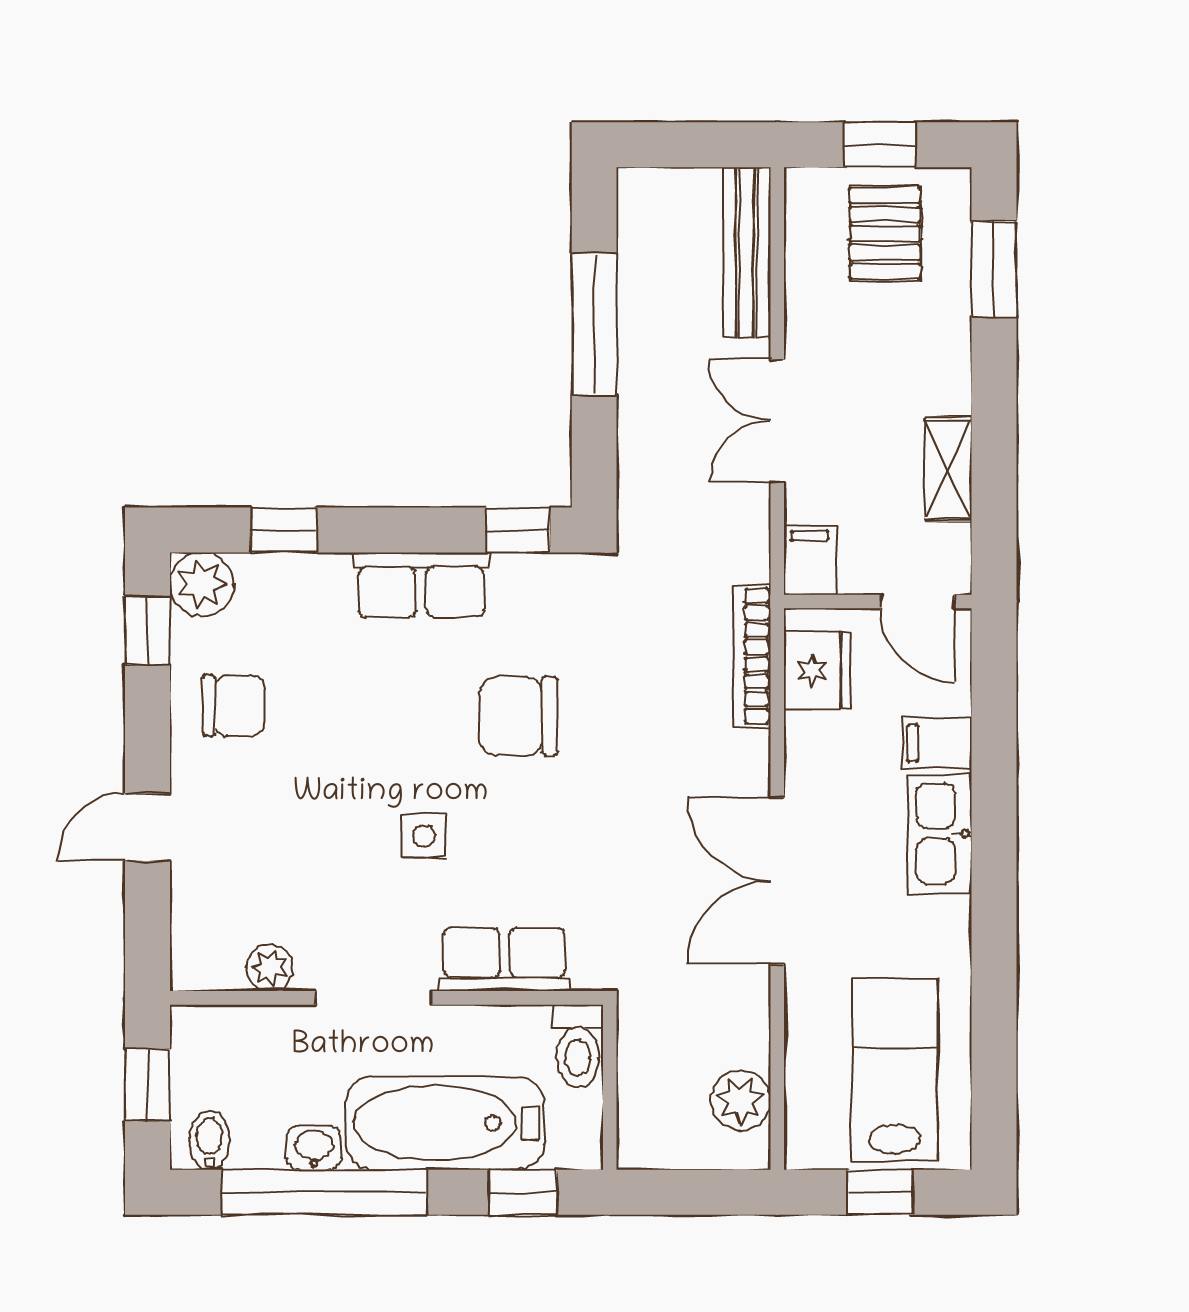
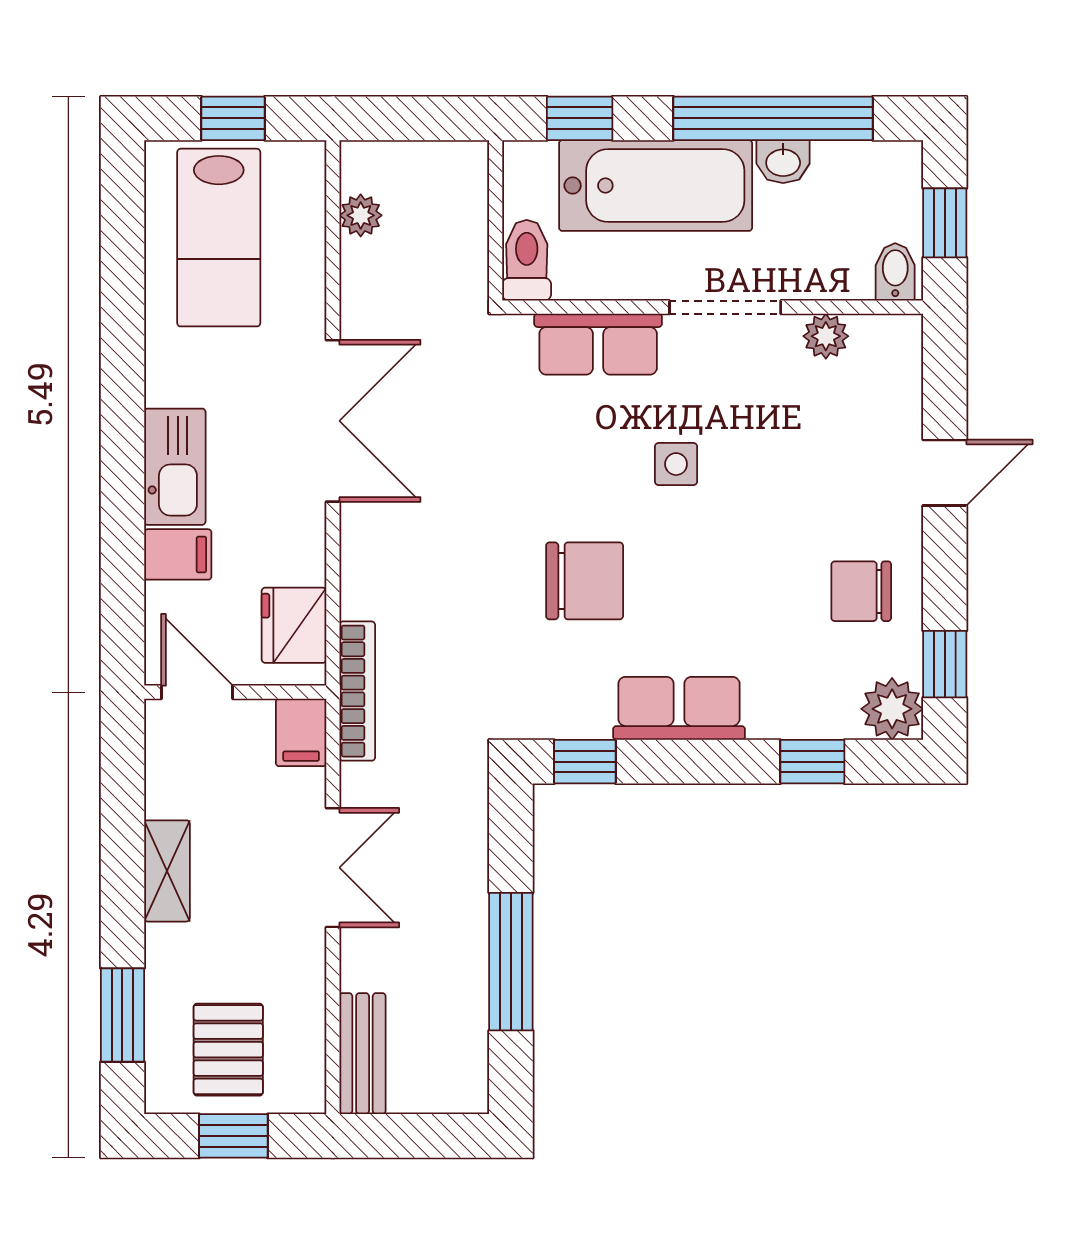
bench: (747, 252) -> (363, 1054), width x0.73
shelving: (948, 469) -> (167, 871), moved
bookcase: (752, 656) -> (357, 691), moved
plant: (741, 1100) -> (361, 215), width x0.73, depth x0.73
bidet: (209, 1140) -> (895, 272), moved, turned 180

